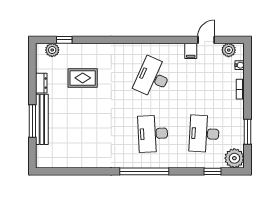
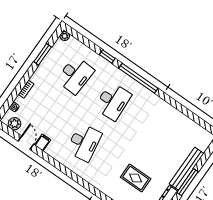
door: (206, 40) -> (26, 143), swing flipped
desk: (153, 77) -> (84, 142), turned -33
window: (32, 121) -> (188, 182), moved
plant: (234, 158) -> (65, 36), width x0.53, depth x0.53
window: (212, 171) -> (107, 57), moved

